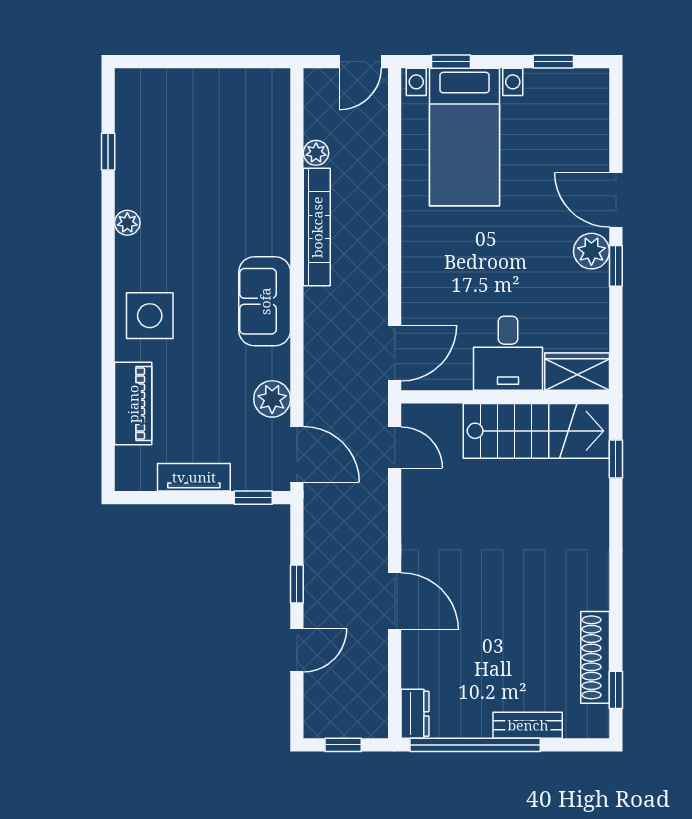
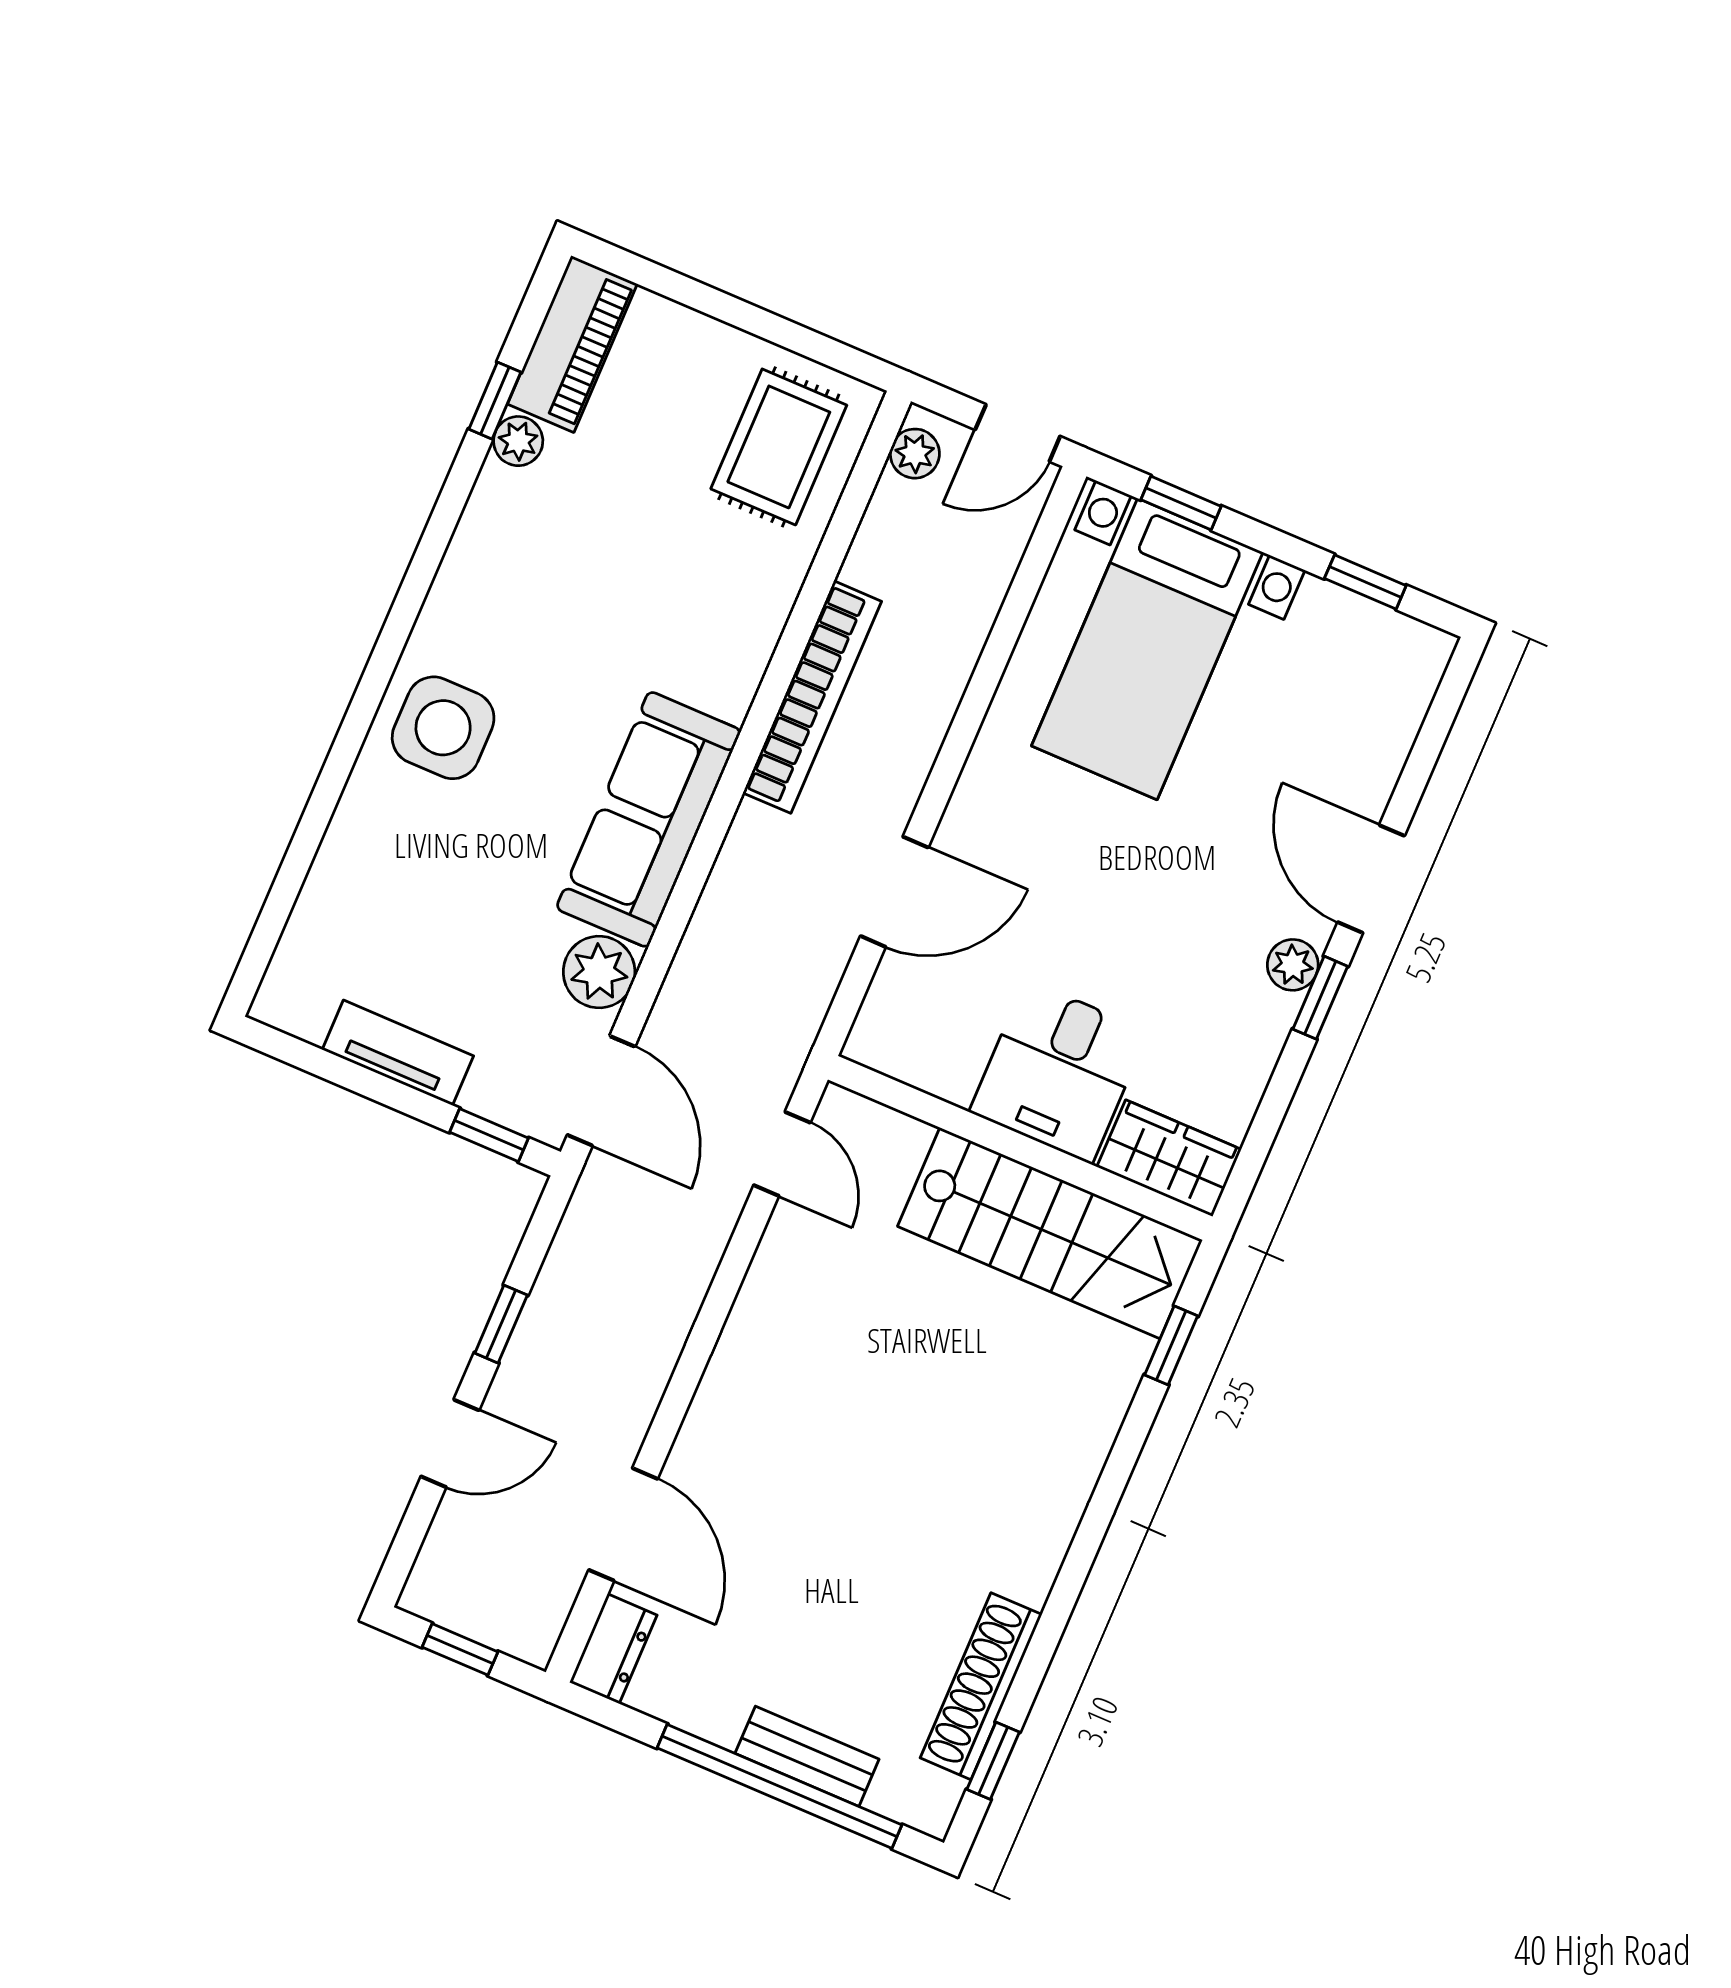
rug: (251, 116) -> (779, 447), added
plant: (316, 153) -> (915, 454), moved
plant: (127, 223) -> (518, 441), moved
plant: (591, 251) -> (1293, 965), width x0.73, depth x0.73
sofa: (265, 301) -> (649, 819), width x1.36
door: (395, 353) -> (894, 892), moved
piano: (133, 404) -> (572, 344), moved
door: (395, 601) -> (623, 1524), moved
window: (475, 745) -> (780, 1786), moved

